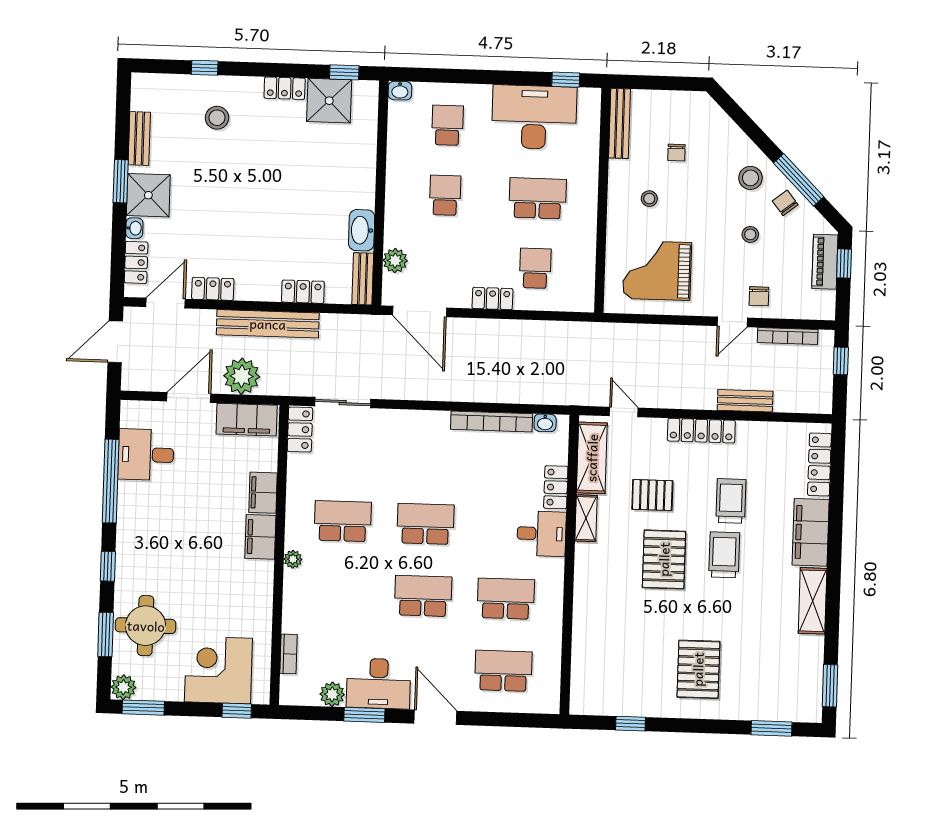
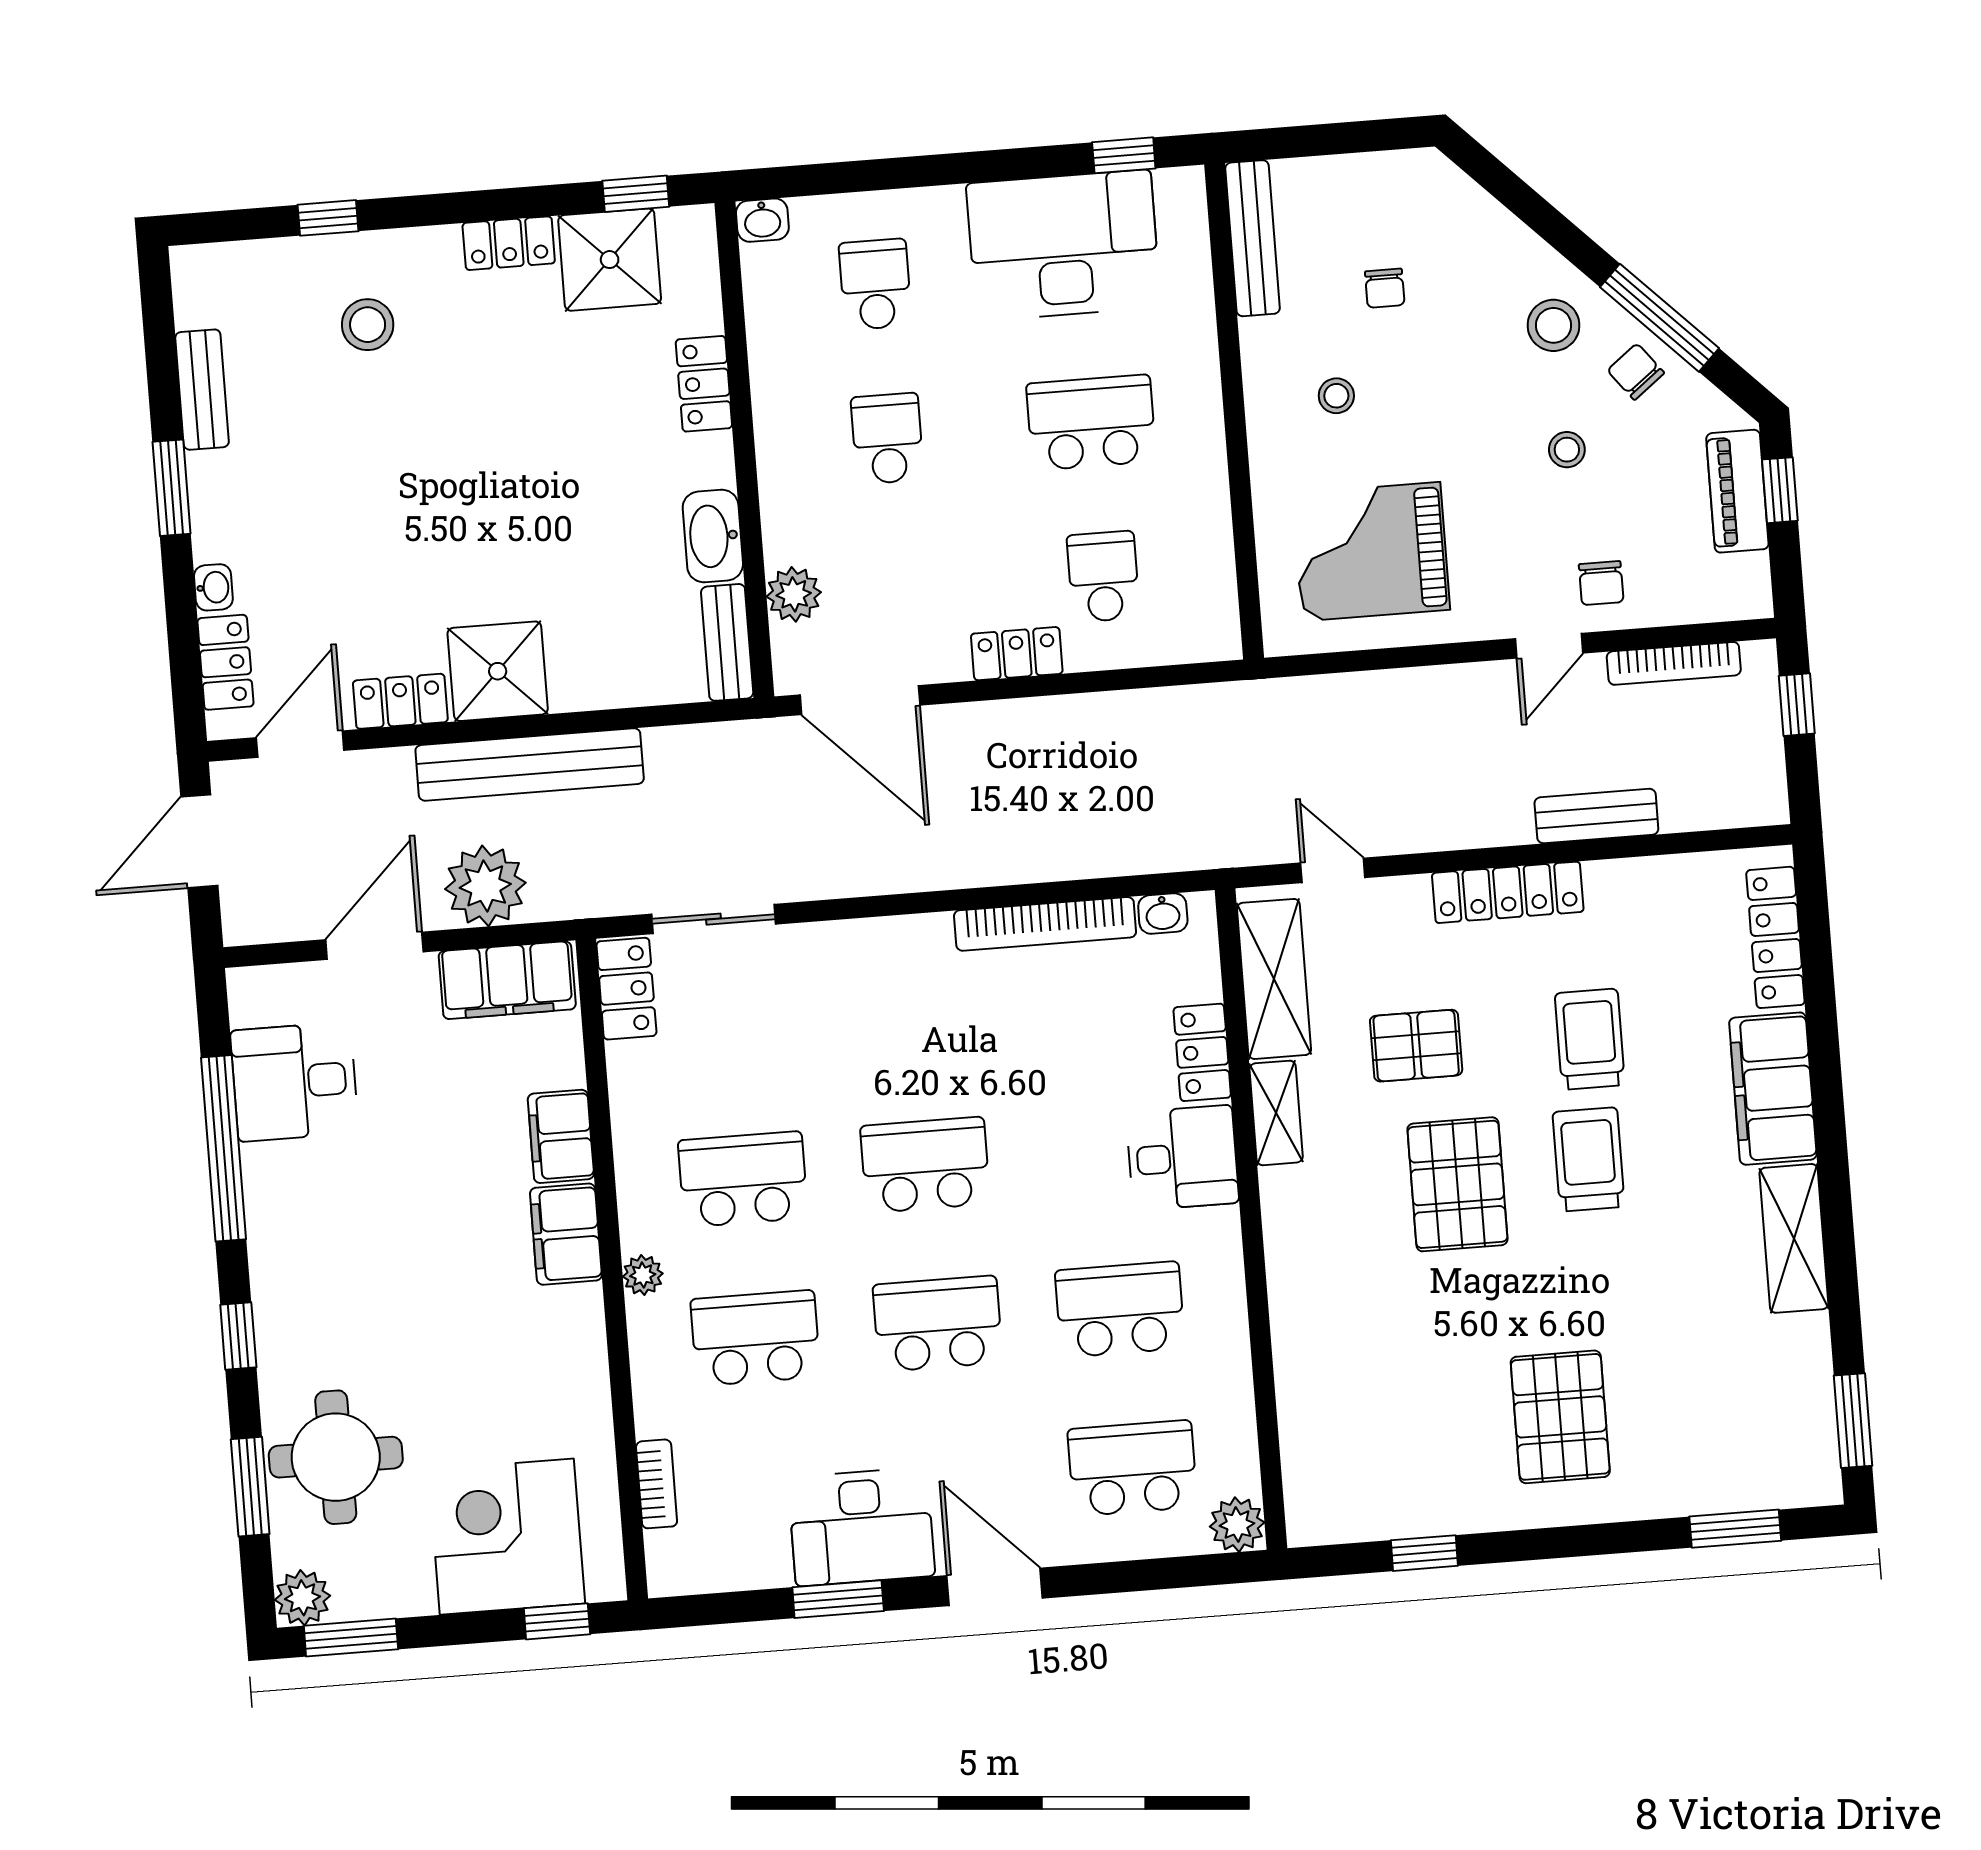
shower: (148, 195) -> (498, 671), moved
locker: (303, 292) -> (704, 384), moved, turned -90
school desk: (340, 593) -> (755, 1338), added
plant: (332, 694) -> (1237, 1525), moved

